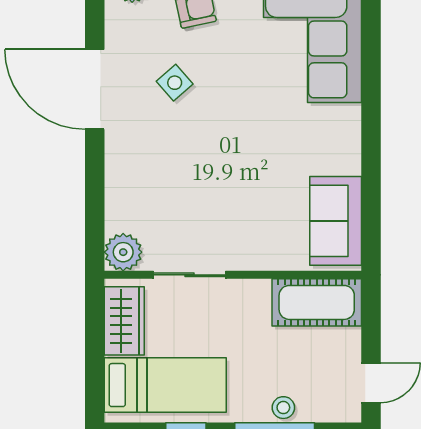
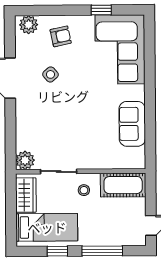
sofa: (336, 221) -> (132, 124), moved
stool: (283, 408) -> (84, 190), moved

